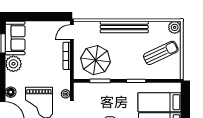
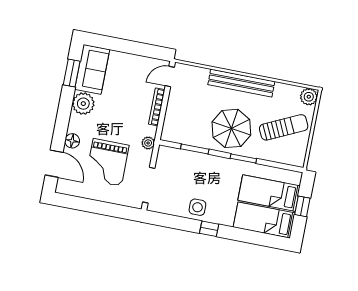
parasol: (96, 60) -> (231, 128), moved
plant: (66, 94) -> (148, 143), moved
window: (185, 107) -> (302, 206), added

